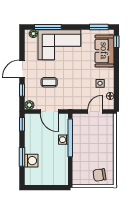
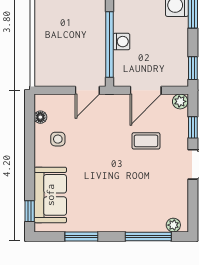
window: (99, 27) -> (81, 237), moved
corner sofa: (59, 45) -> (128, 206), removed
door: (49, 111) -> (146, 90), swing flipped
door: (95, 111) -> (87, 90), moved

